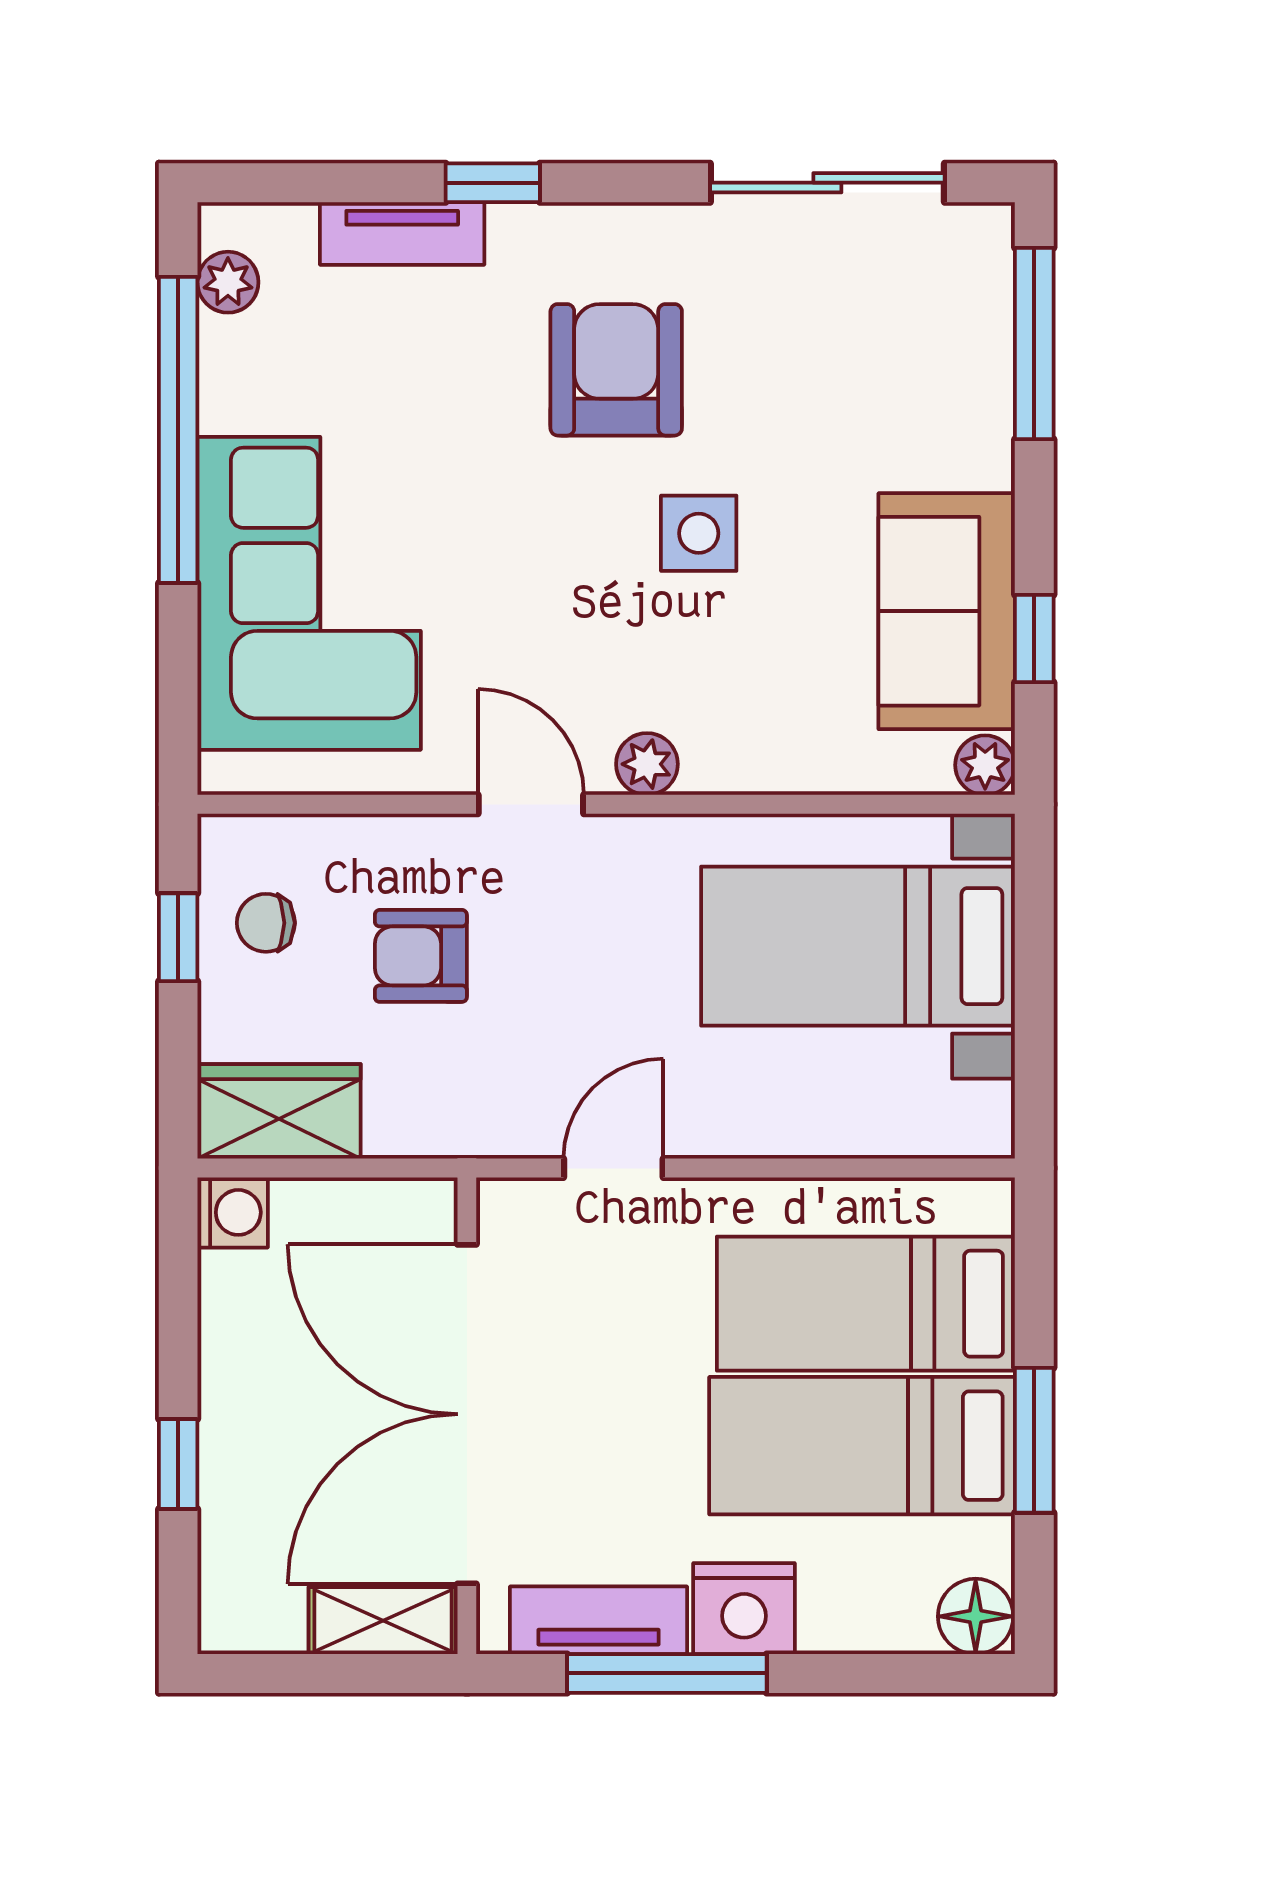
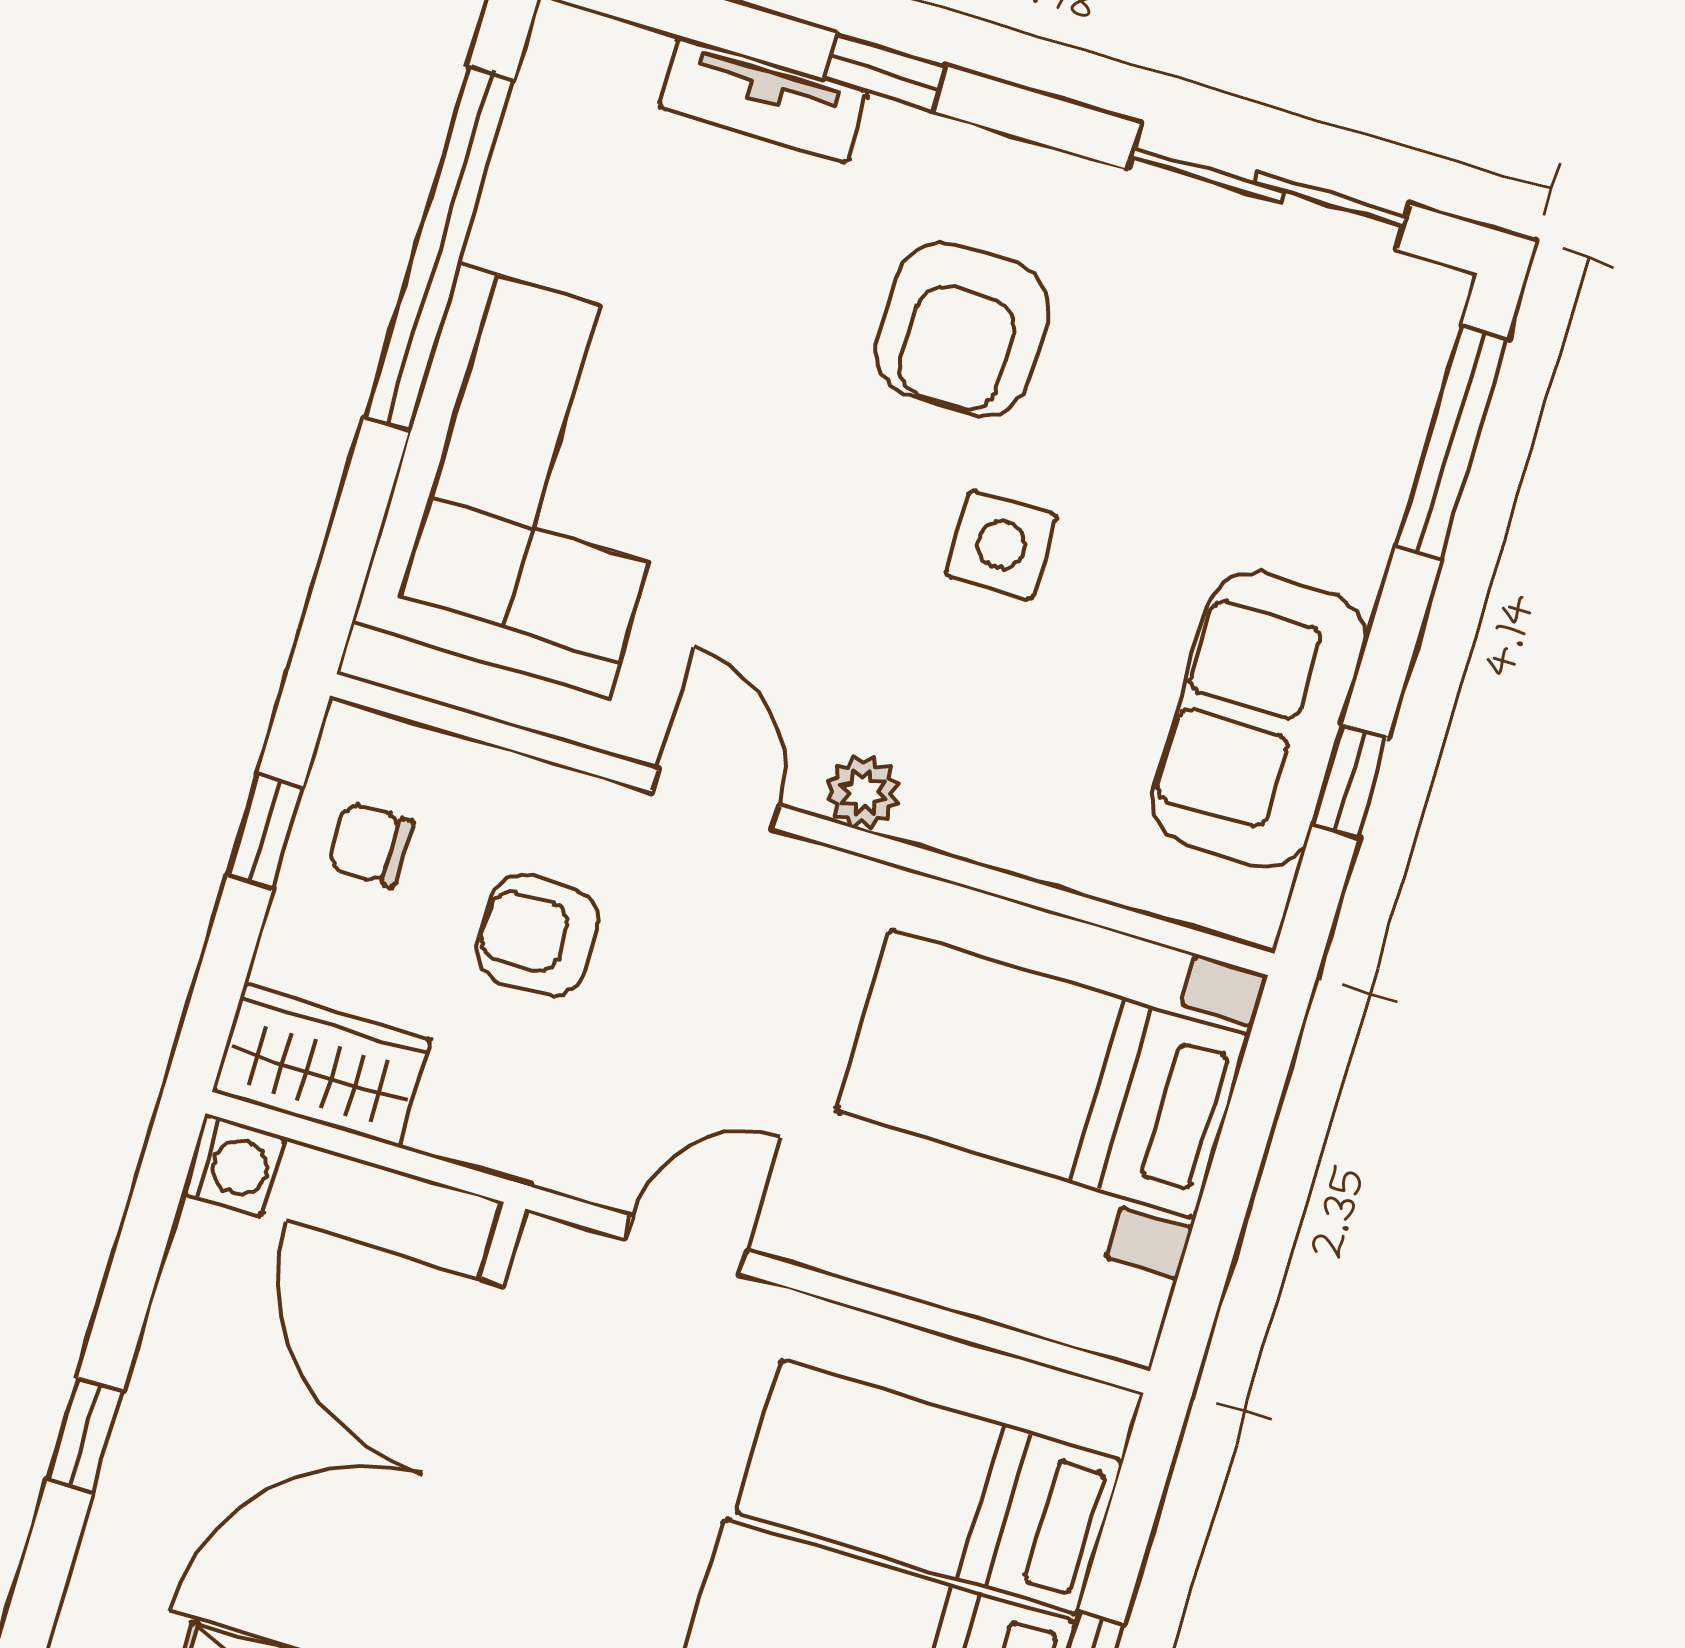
plant: (228, 282) -> (547, 96), removed
armchair: (616, 370) -> (962, 329), turned 180
plant: (985, 765) -> (1251, 909), removed

